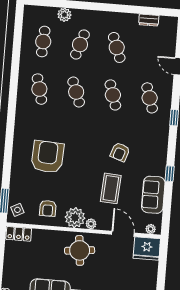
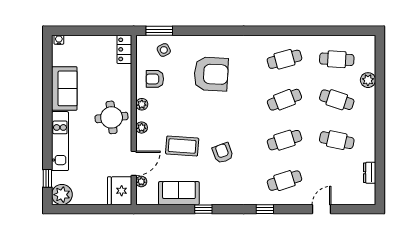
cafe table: (117, 47) -> (337, 140), turned 33
armchair: (120, 152) -> (223, 153), turned 51
side table: (17, 210) -> (164, 50), moved
plant: (75, 218) -> (142, 104), width x0.53, depth x0.53
plant: (151, 229) -> (141, 182), moved

